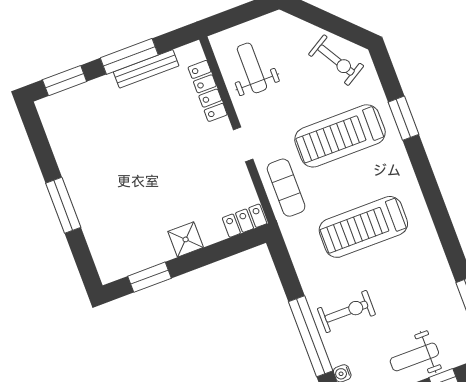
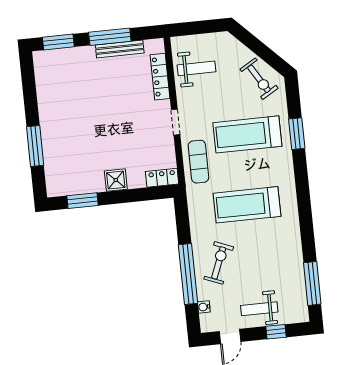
weight bench: (252, 68) -> (197, 68), turned 90
window: (63, 205) -> (35, 146), moved
exercise bike: (346, 312) -> (219, 263), turned -68

